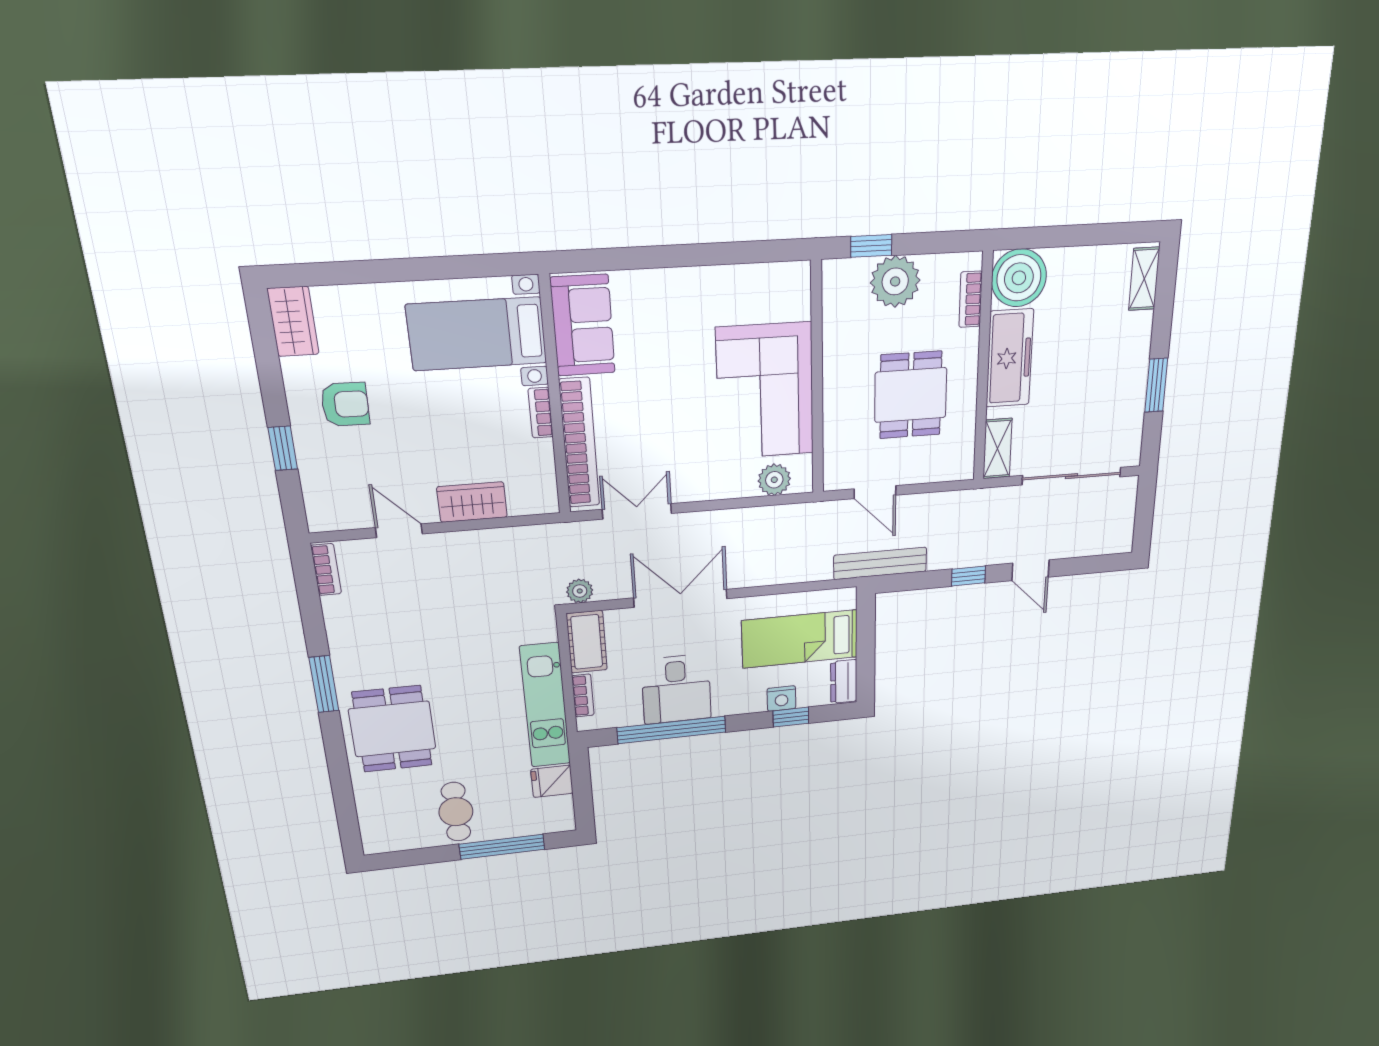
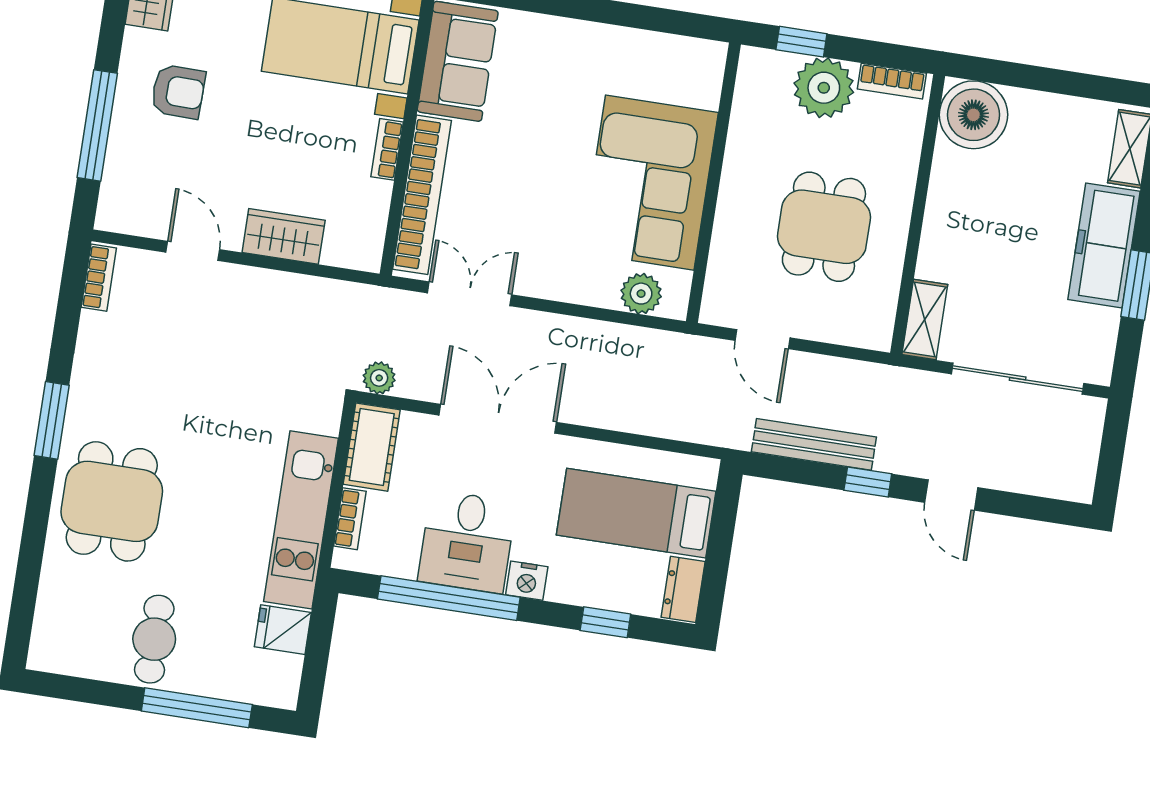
bookcase: (971, 299) -> (892, 81), moved, turned -90
freezer: (1010, 358) -> (1104, 245), moved, turned 180
window: (283, 448) -> (97, 125), width x2.17
bench: (880, 563) -> (814, 444), moved
nightstand: (781, 698) -> (527, 581), moved

